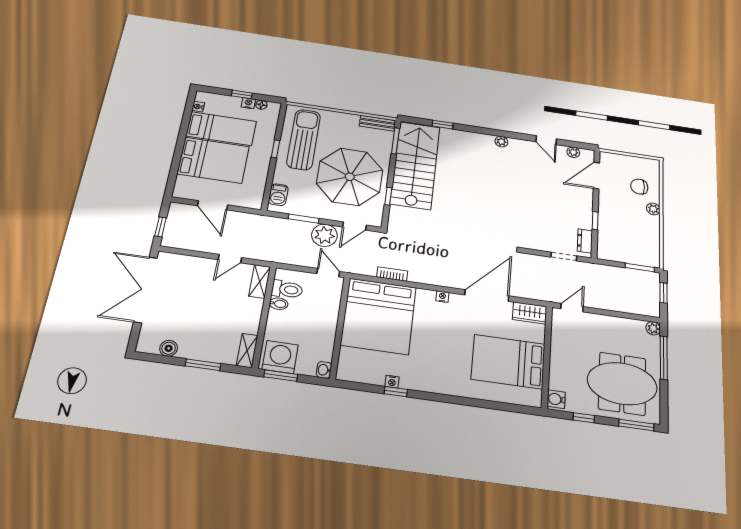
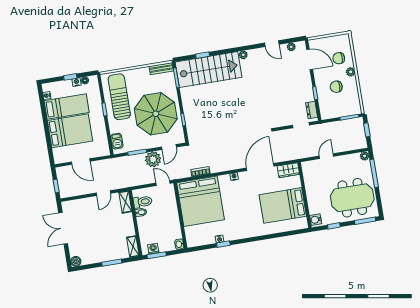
stairs: (415, 165) -> (209, 70), moved, turned 90
door: (596, 176) -> (310, 59), swing flipped
chair: (628, 222) -> (336, 87), added
double door: (146, 290) -> (63, 228), width x0.73
door: (572, 308) -> (326, 156), moved
boiler: (169, 348) -> (76, 261), moved
washing machine: (280, 357) -> (153, 249), width x0.53, depth x0.53

